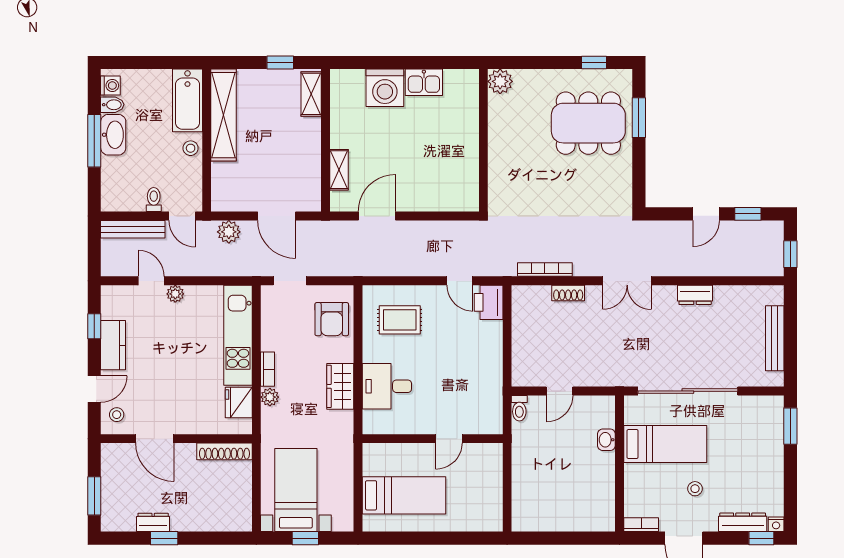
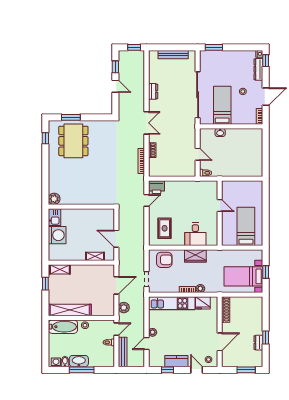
plant: (500, 81) -> (54, 199), moved
wall: (483, 140) -> (81, 207), moved

